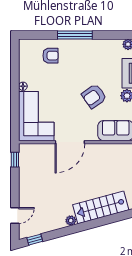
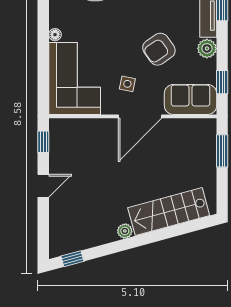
side table: (73, 120) -> (127, 84), added
door: (70, 142) -> (140, 116), moved
door: (15, 215) -> (43, 186), moved

